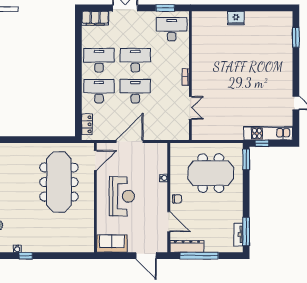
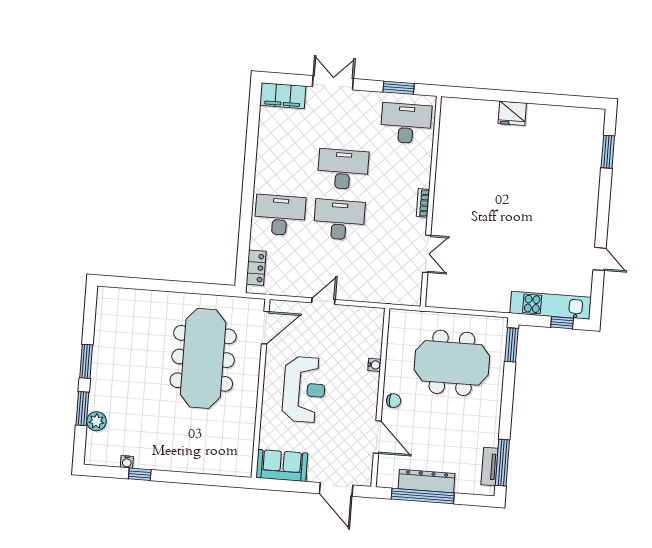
desk: (99, 60) -> (284, 165), removed
door: (130, 142) -> (323, 301), width x0.53
window: (262, 143) -> (562, 323), moved
dresser: (187, 246) -> (427, 481), moved

